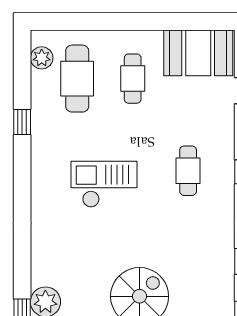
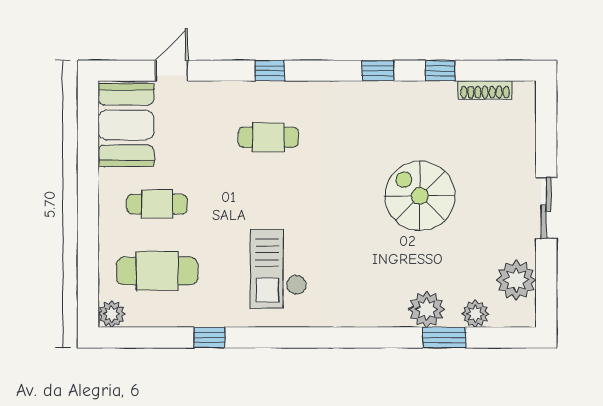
plant: (42, 58) -> (112, 314), moved
checkout: (104, 184) -> (279, 269), moved

